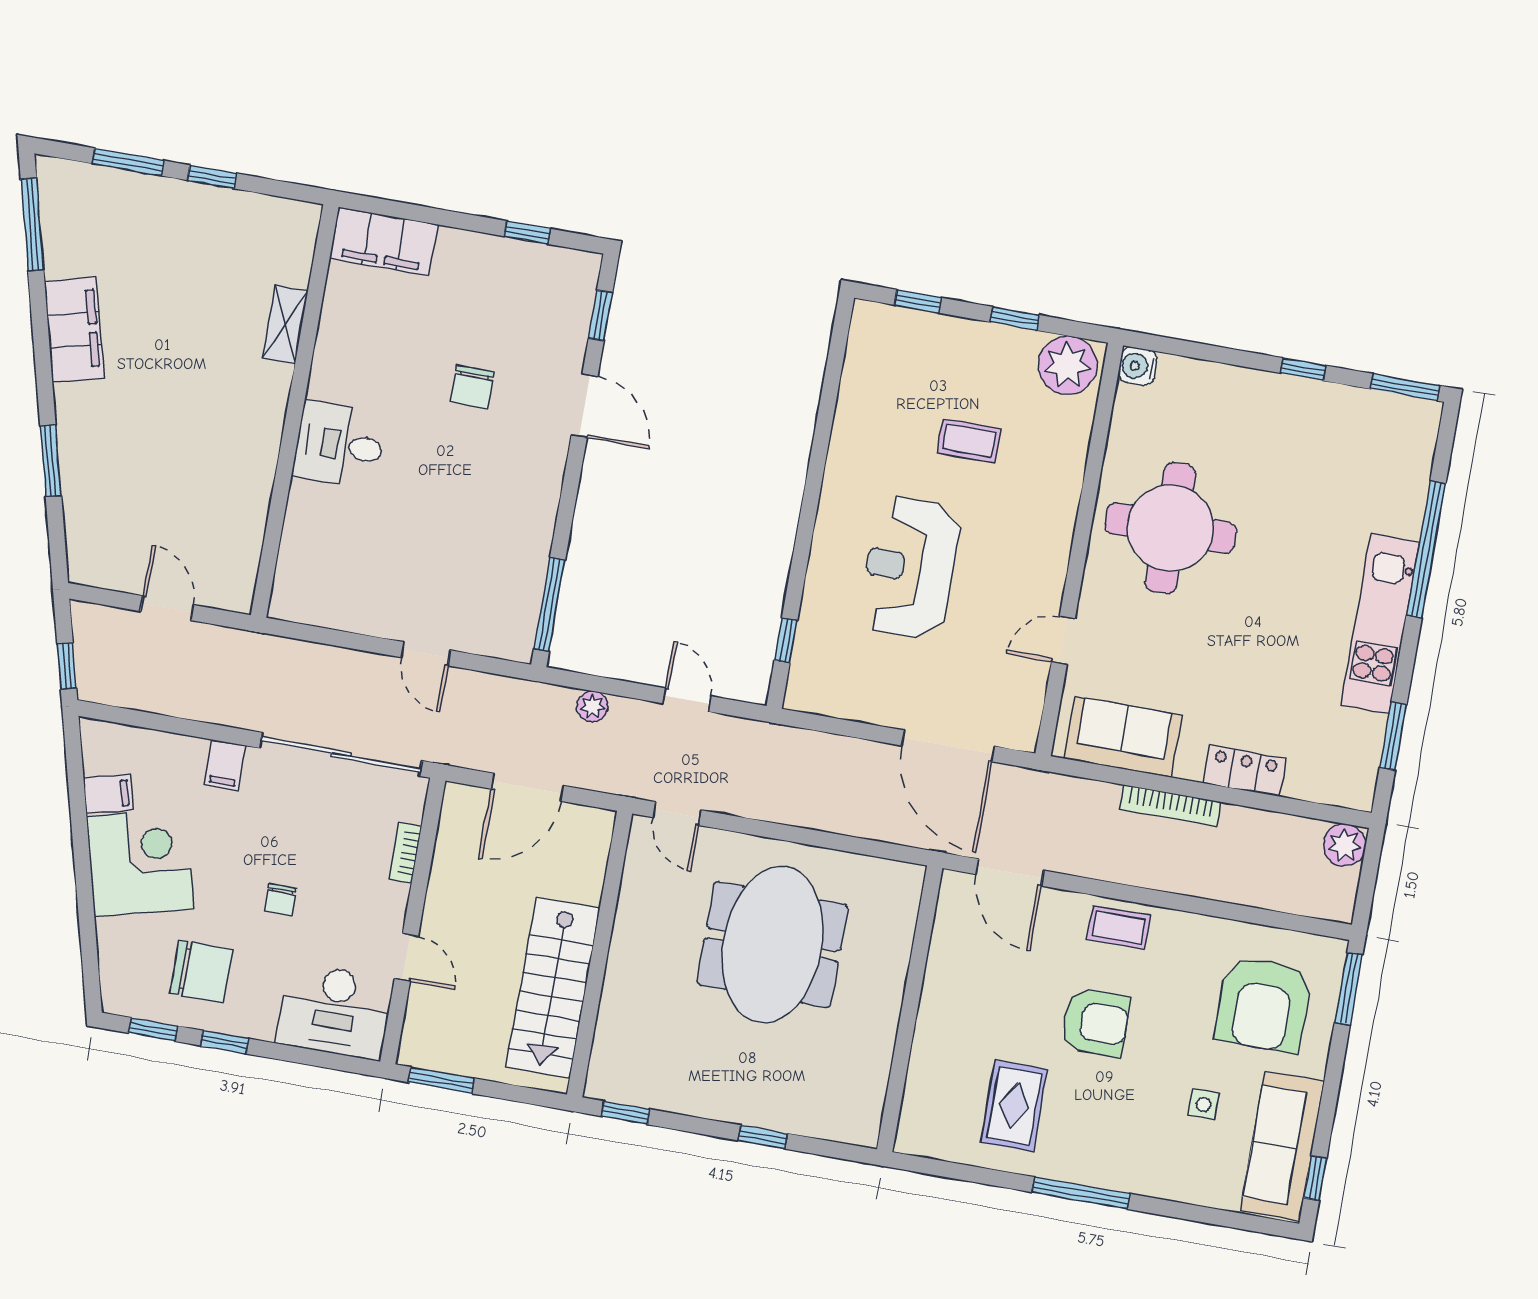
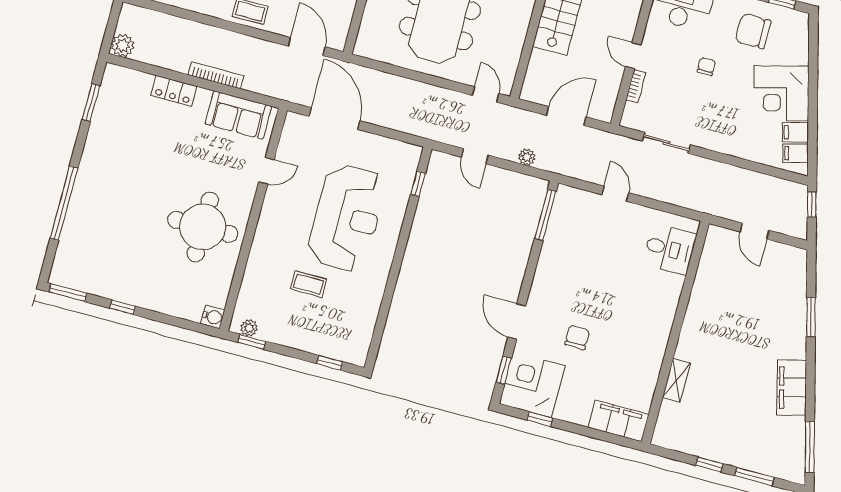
corner desk: (547, 294) -> (532, 385), added
window: (1015, 318) -> (252, 342), moved
plant: (1068, 365) -> (249, 328), width x0.53, depth x0.53
desk: (339, 445) -> (669, 249), moved
reception desk: (910, 568) -> (347, 218), width x1.36, depth x1.30
kitchen unit: (1380, 624) -> (93, 165), removed
sliding door: (341, 754) -> (666, 143), width x0.54
filing cabinet: (225, 765) -> (796, 153), moved, turned -104
door: (406, 958) -> (633, 56), moved

